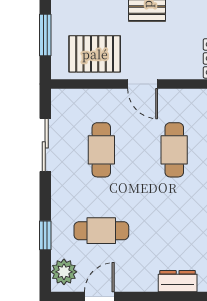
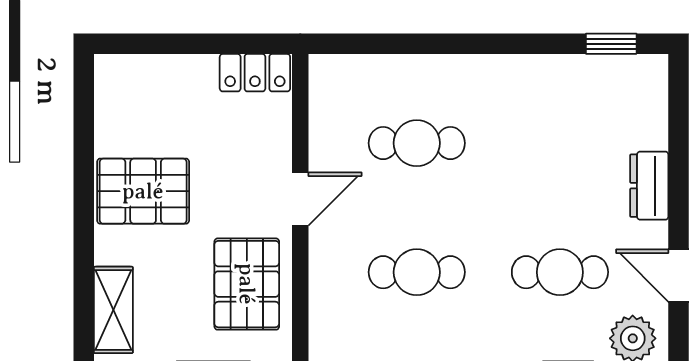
cafe table: (101, 231) -> (560, 272), turned 90
dresser: (178, 281) -> (649, 186), moved

